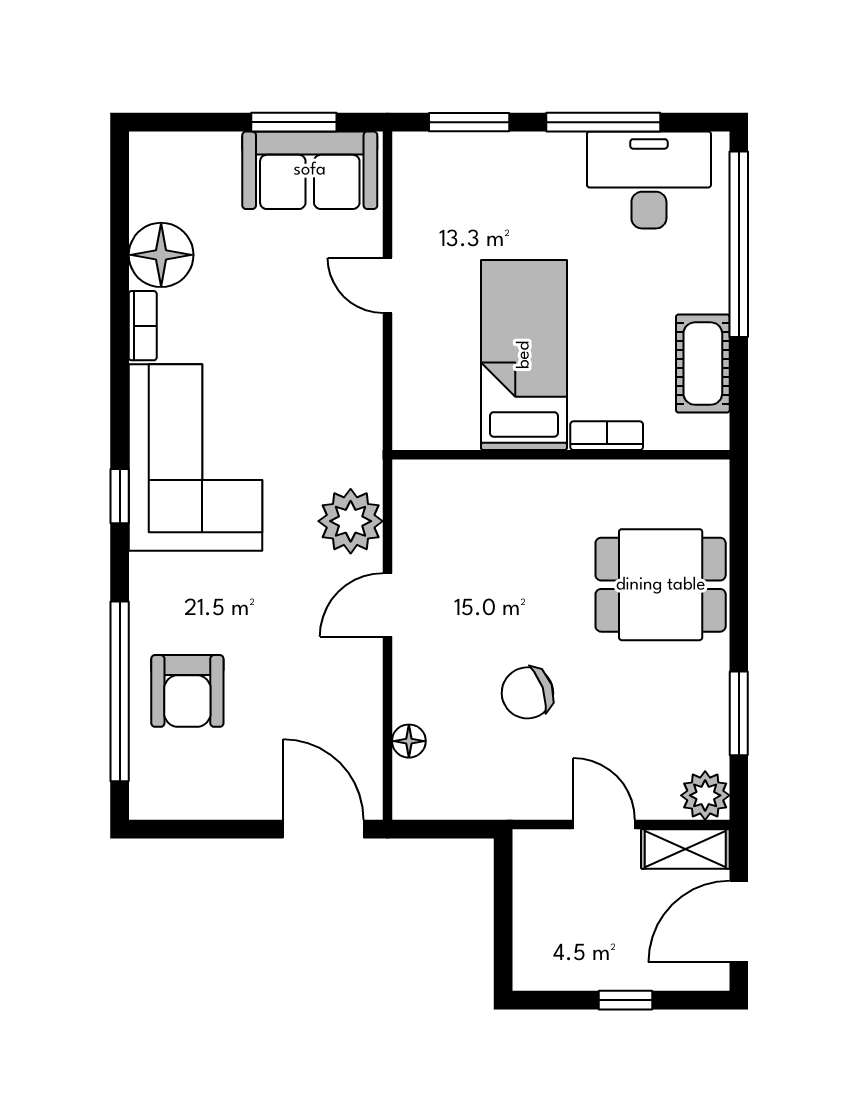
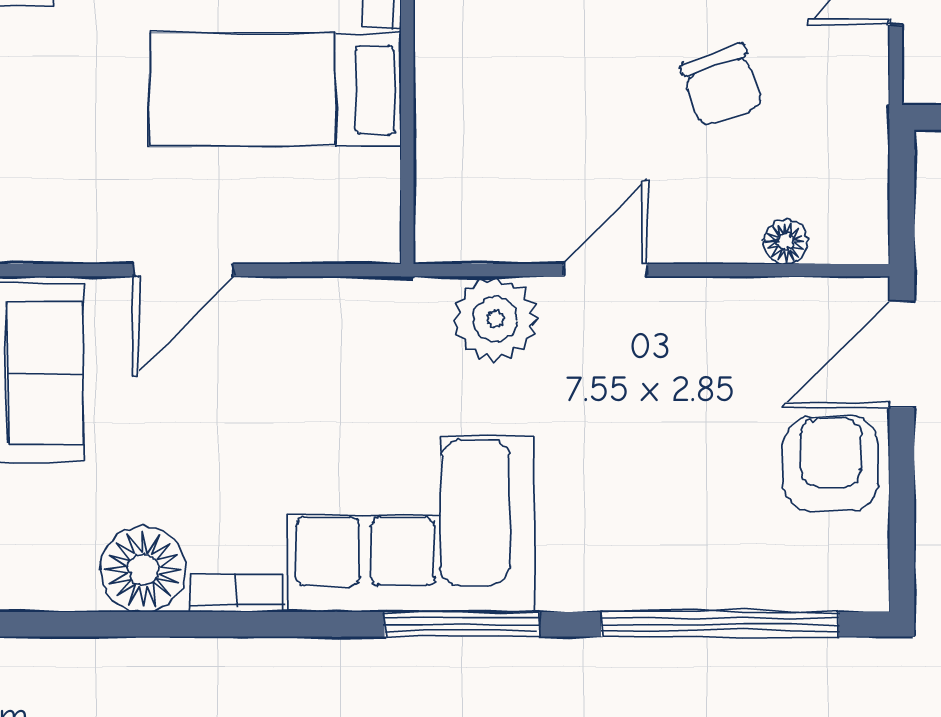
door: (388, 285) -> (183, 270), width x1.38
window: (120, 496) -> (462, 624), width x2.17
door: (388, 605) -> (606, 270), swing flipped
armchair: (187, 691) -> (831, 464), moved, turned -90

